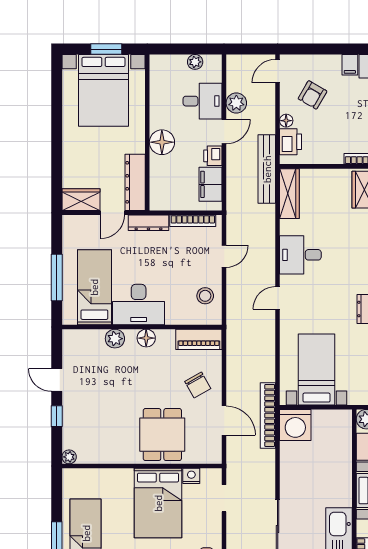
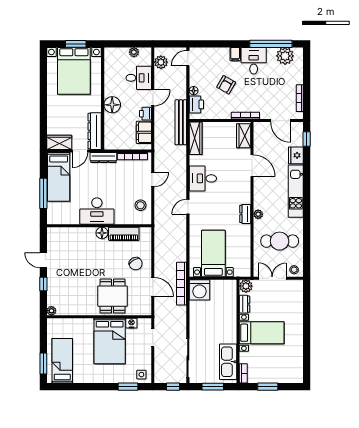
armchair: (312, 95) -> (226, 85), moved
plant: (236, 103) -> (161, 62), moved
bed: (94, 287) -> (59, 177), moved, turned 180
plant: (115, 339) -> (81, 233), removed
piano: (199, 339) -> (124, 234), moved

